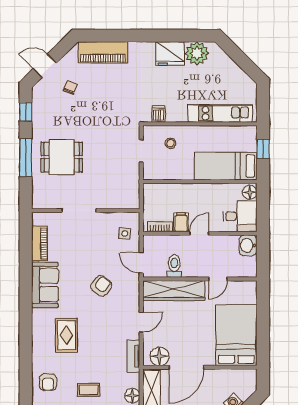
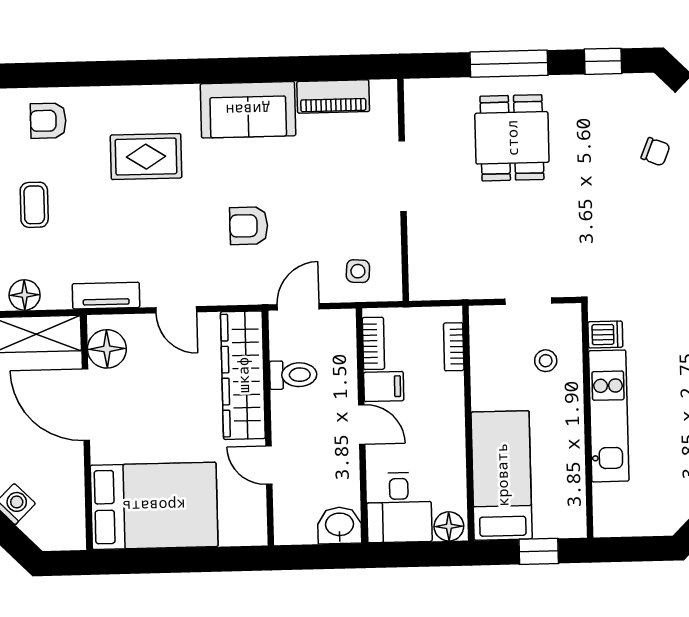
kitchen unit: (220, 113) -> (609, 416), moved
bookcase: (163, 188) -> (454, 347), added
armchair: (101, 286) -> (249, 226), turned 141

